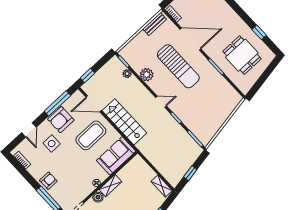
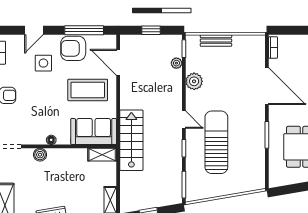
bench: (155, 24) -> (216, 40), moved
sun lounger: (178, 66) -> (216, 142), moved, turned 180
window: (87, 76) -> (151, 30), moved
stairs: (124, 122) -> (131, 140), moved
shelving: (110, 186) -> (102, 155), moved

